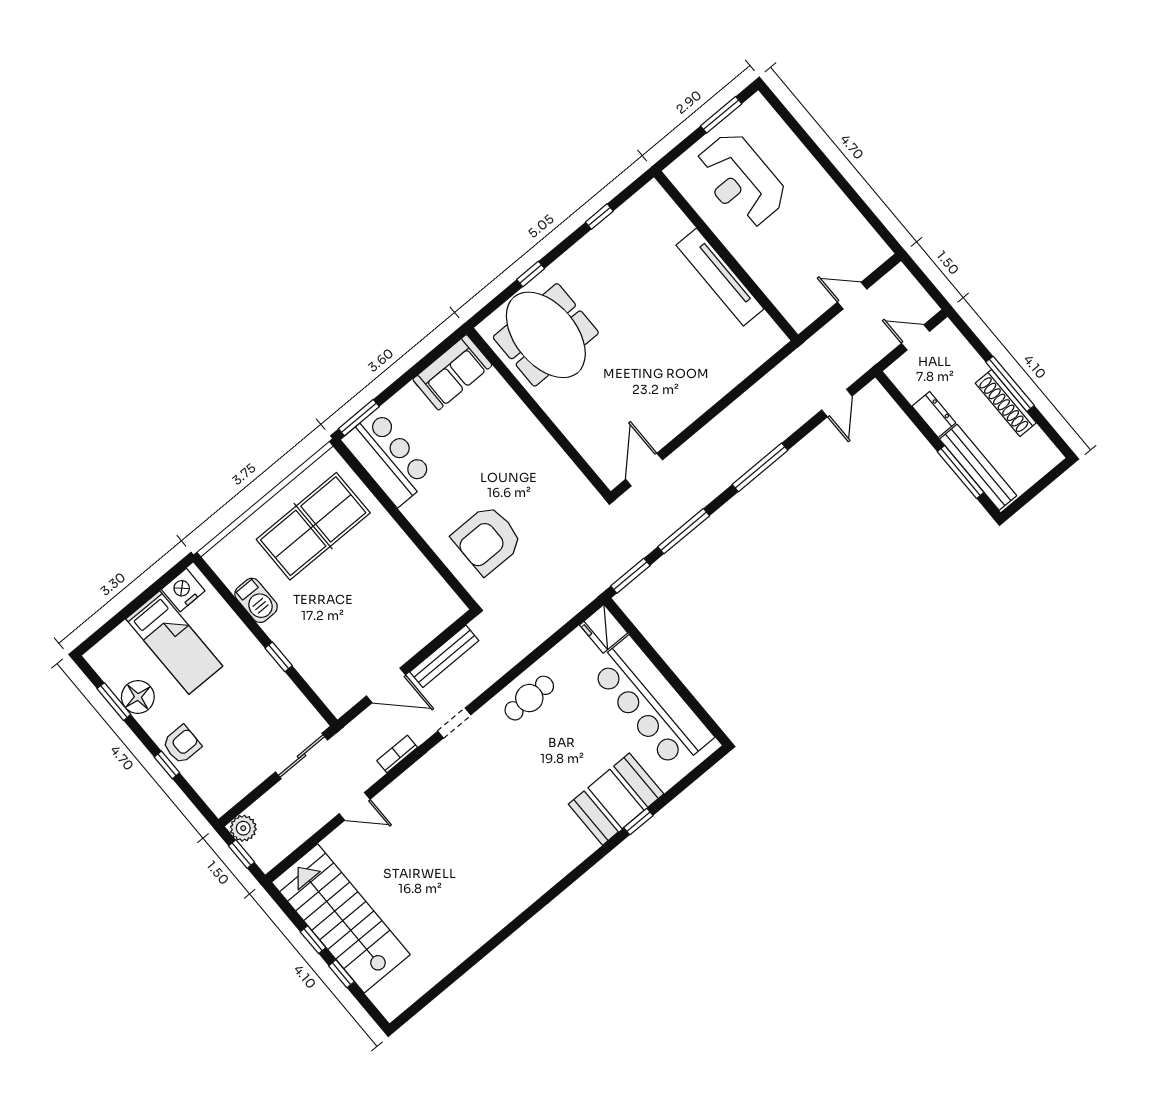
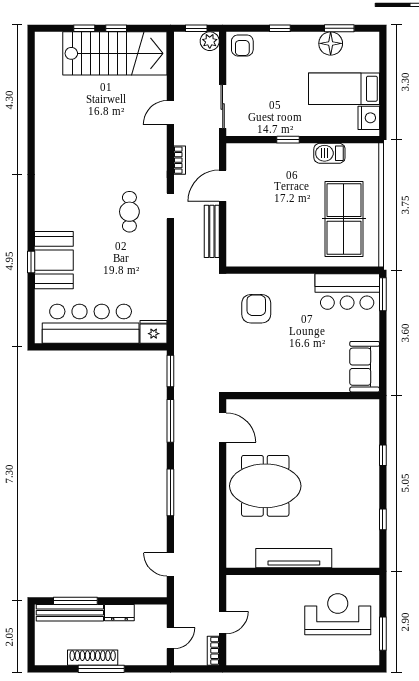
bookcase: (891, 280) -> (213, 651), added
meeting table: (546, 335) -> (265, 486), moved
armchair: (487, 540) -> (256, 309), width x0.73, depth x0.73
cafe table: (529, 698) -> (129, 212), moved
armchair: (182, 744) -> (242, 45), moved

